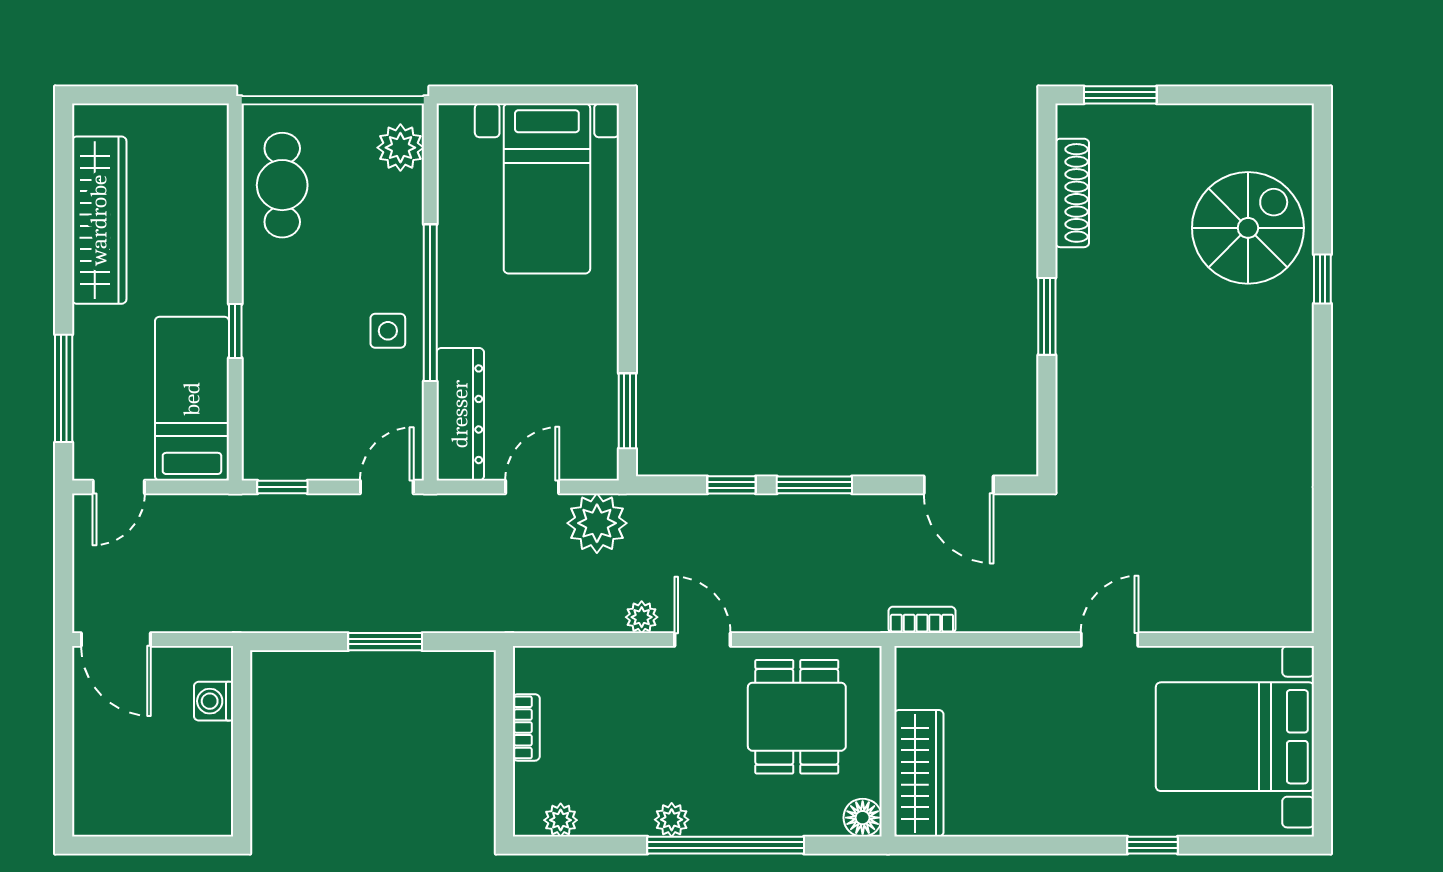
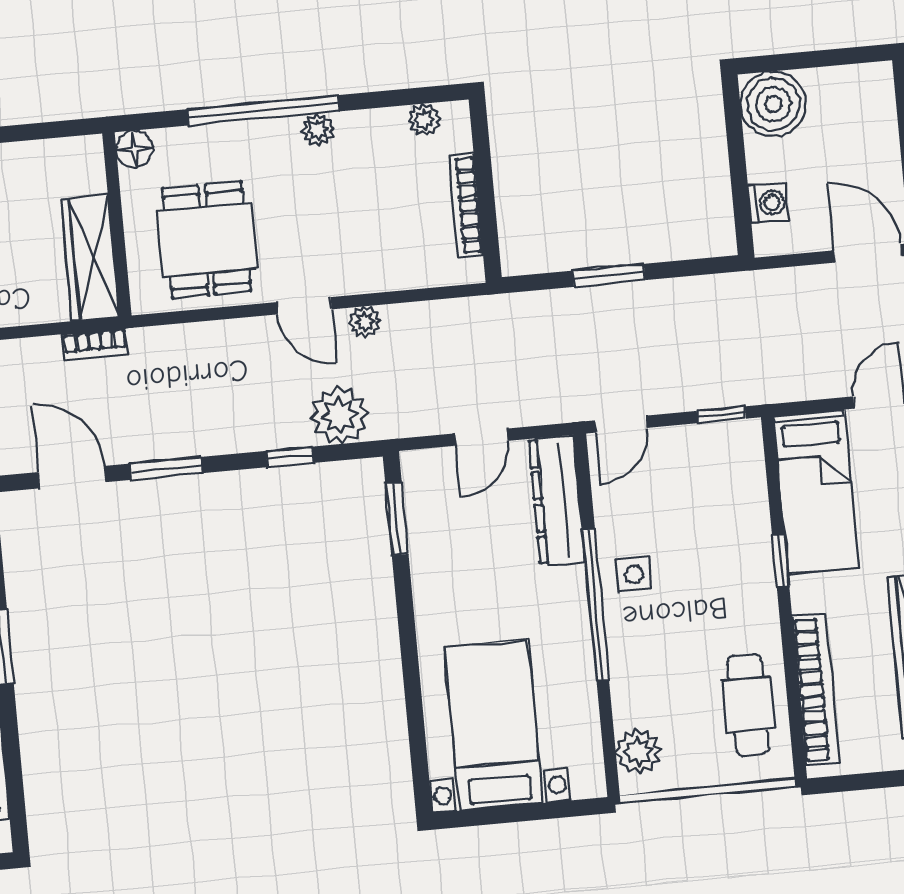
bookcase: (211, 194) -> (816, 690), added
window: (814, 485) -> (166, 468), moved
plant: (597, 523) -> (340, 415), moved
bookcase: (526, 727) -> (466, 206), width x1.56
wardrobe: (919, 773) -> (90, 258), moved
boiler: (199, 803) -> (773, 104), added

